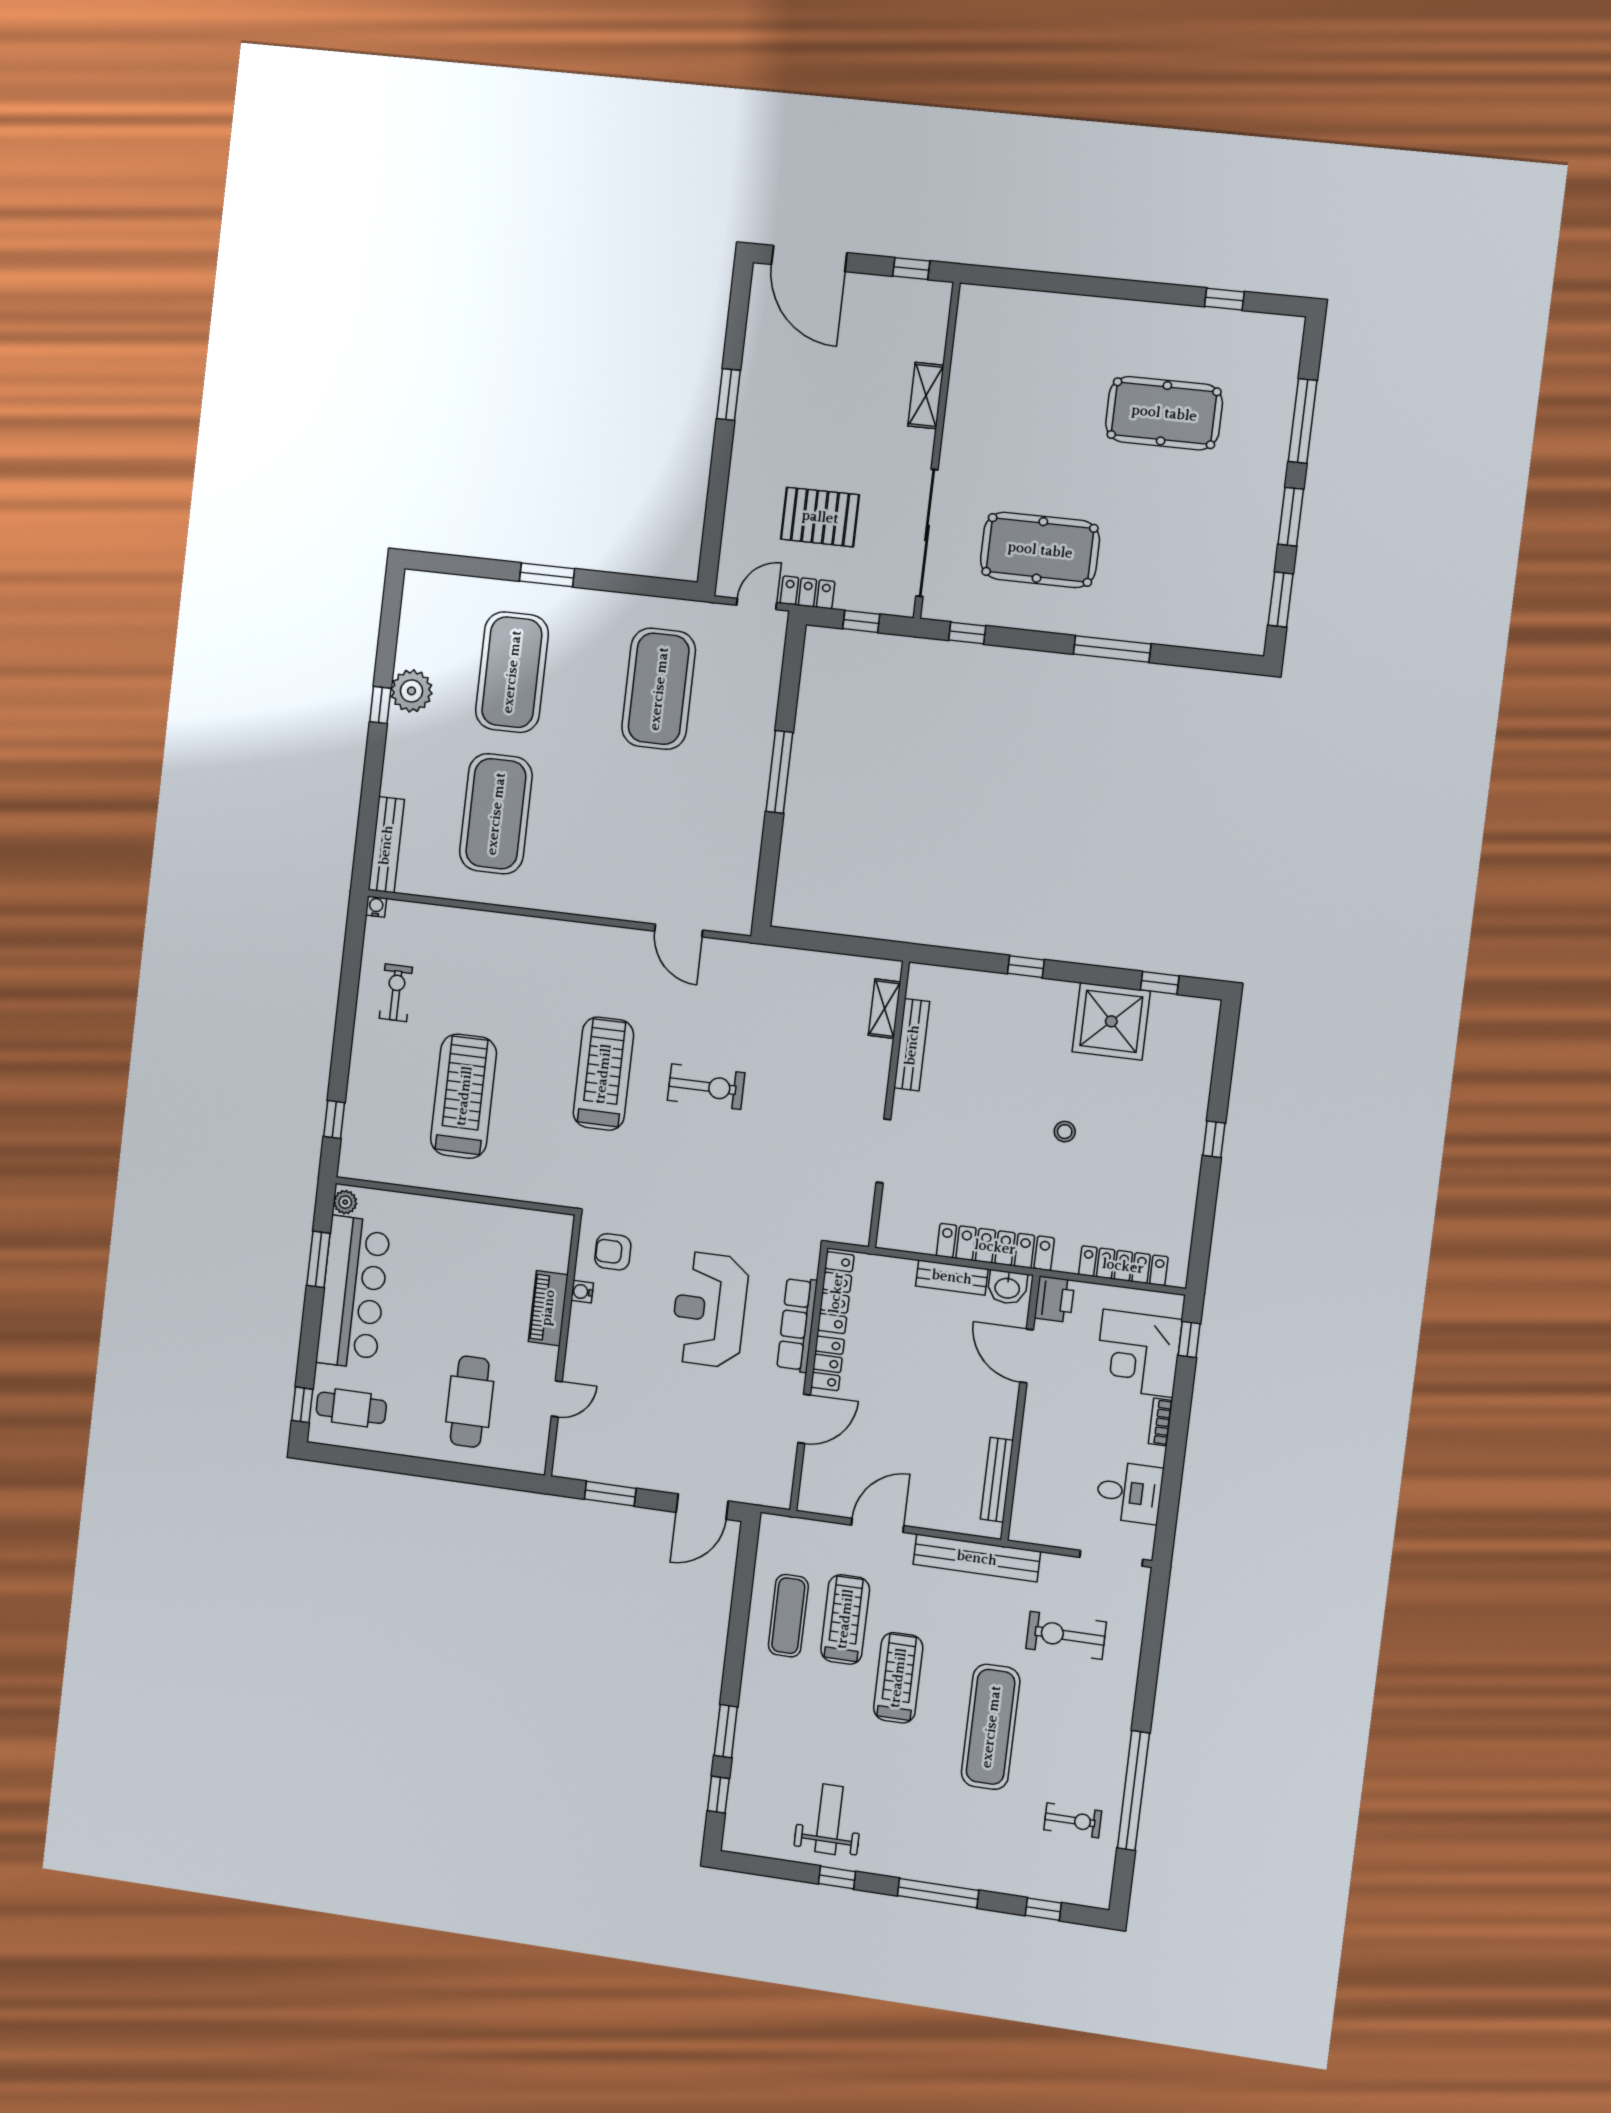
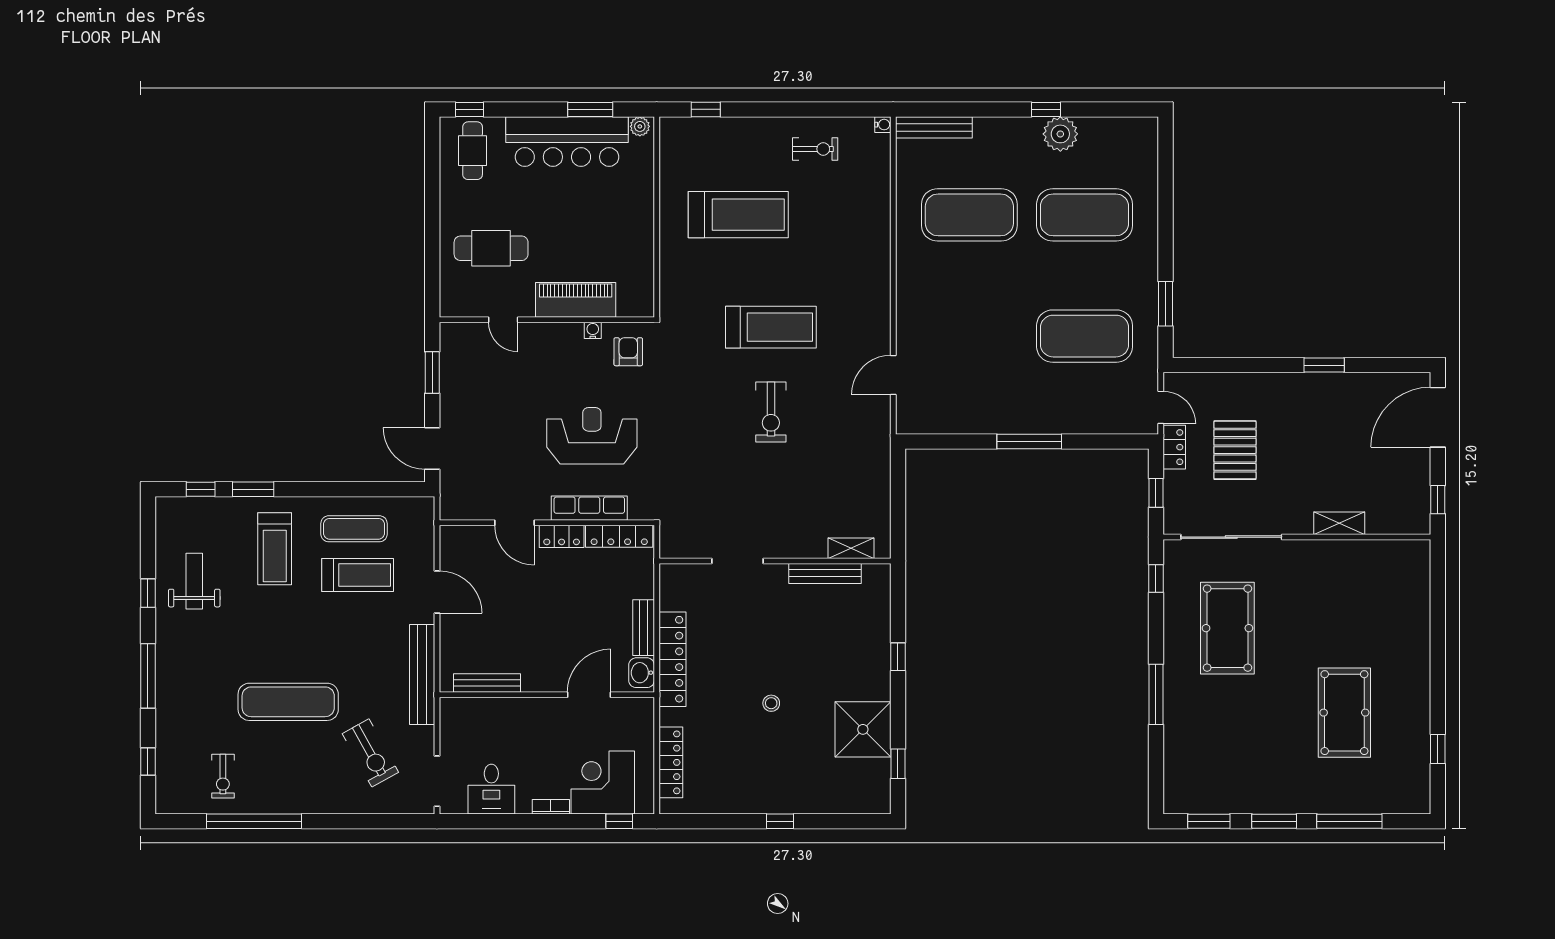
window: (547, 575) -> (1165, 304), moved
printer: (1054, 1299) -> (637, 711), removed
piano: (548, 1308) -> (576, 300), width x1.37, depth x1.33
exercise bike: (1066, 1635) -> (370, 753), turned 151
treadmill: (898, 1678) -> (275, 549), moved, turned 90
weight bench: (829, 1819) -> (194, 581), turned -90

